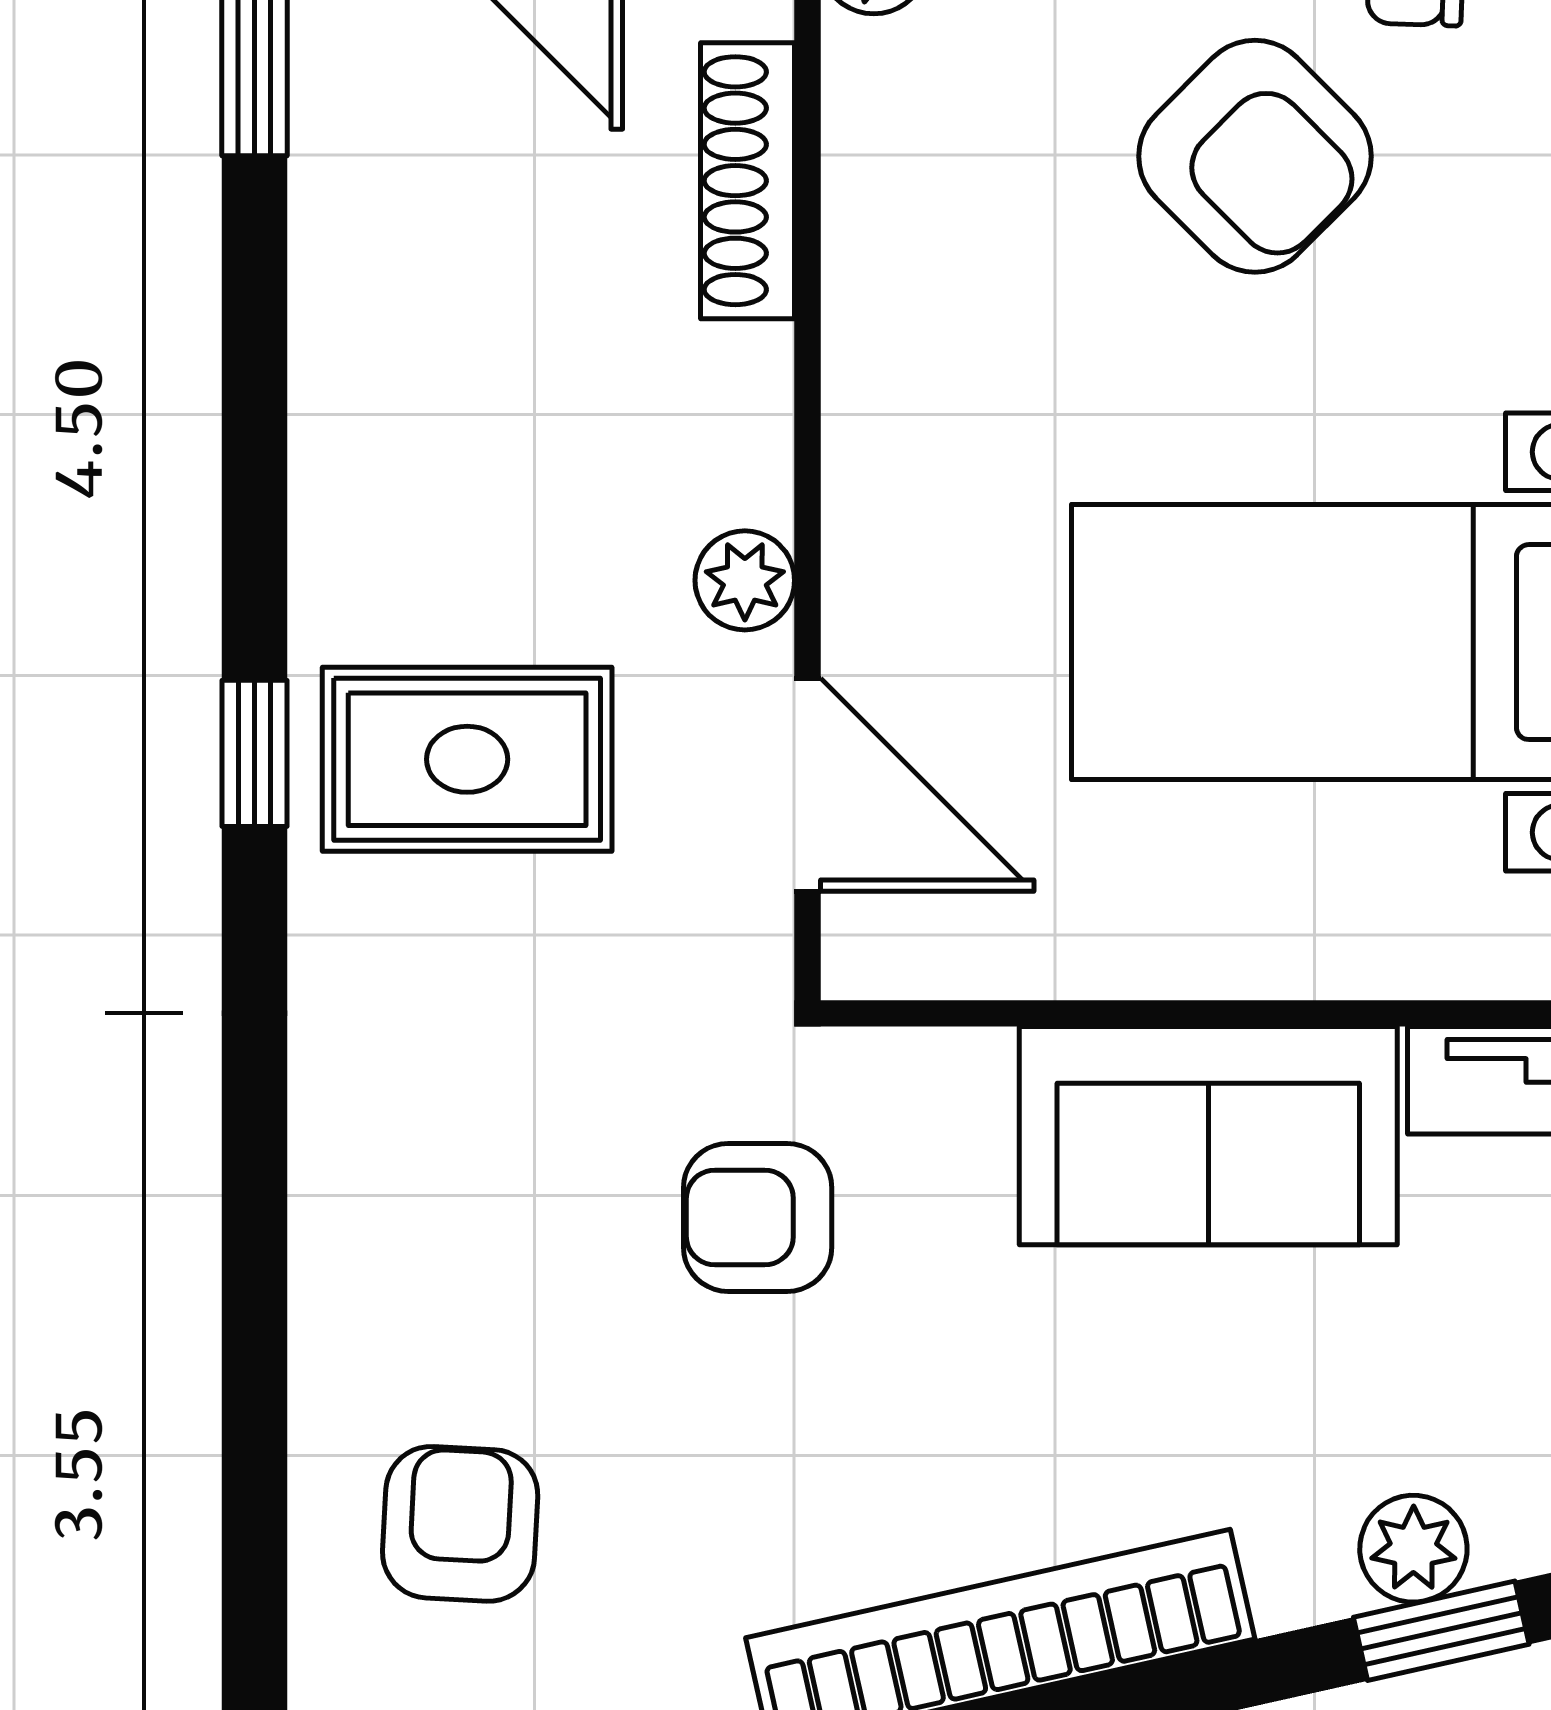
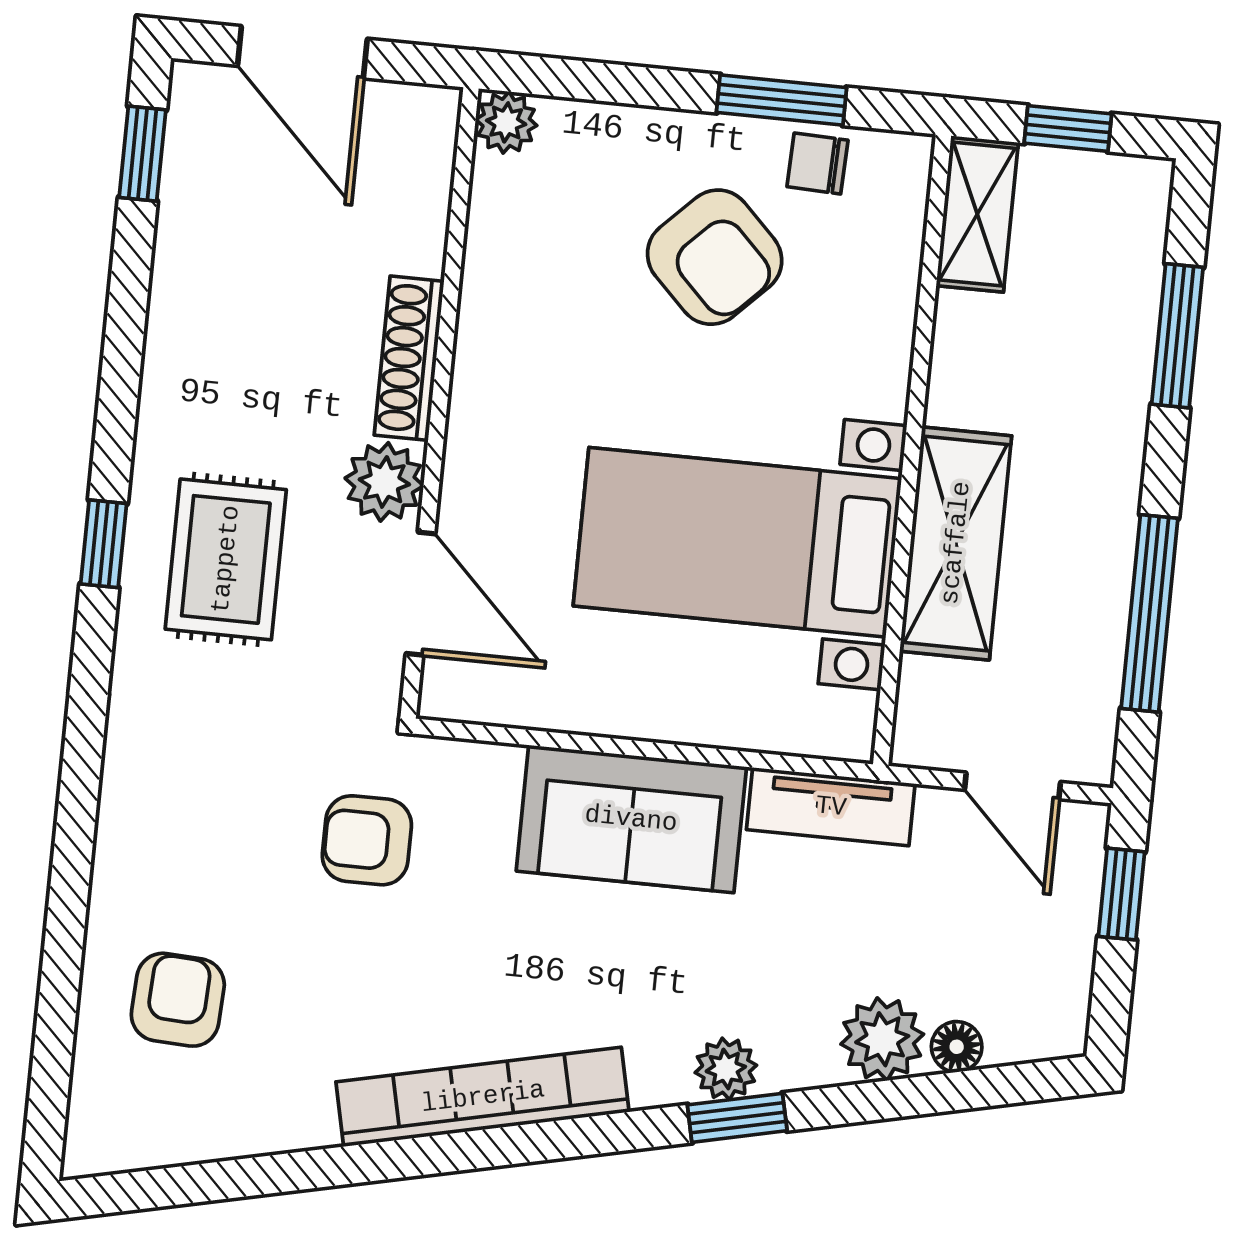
shoe rack: (748, 181) -> (409, 358), moved
plant: (745, 580) -> (384, 482), width x1.38, depth x1.38
rug: (467, 759) -> (226, 559), turned 90

